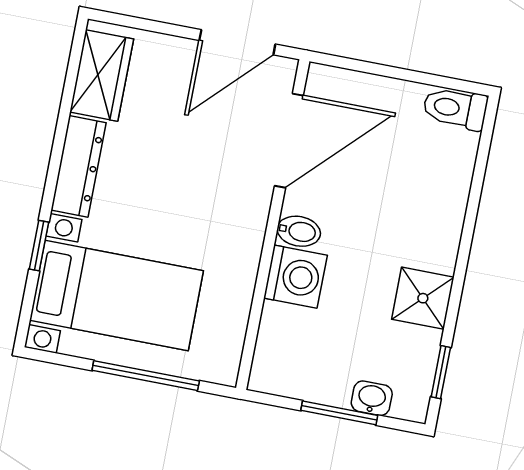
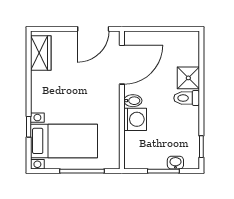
toilet: (455, 108) -> (187, 98), moved
dresser: (78, 166) -> (39, 92), removed
shower: (423, 298) -> (188, 78), moved

